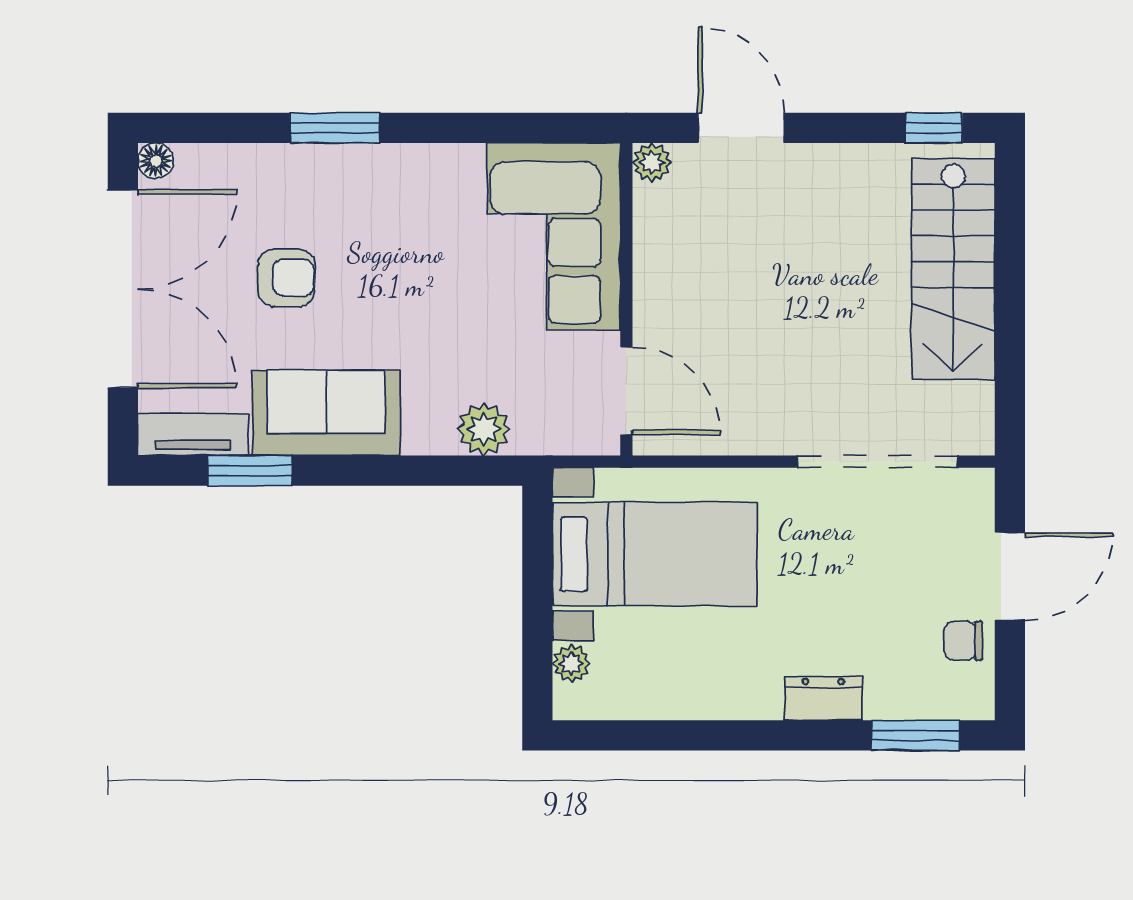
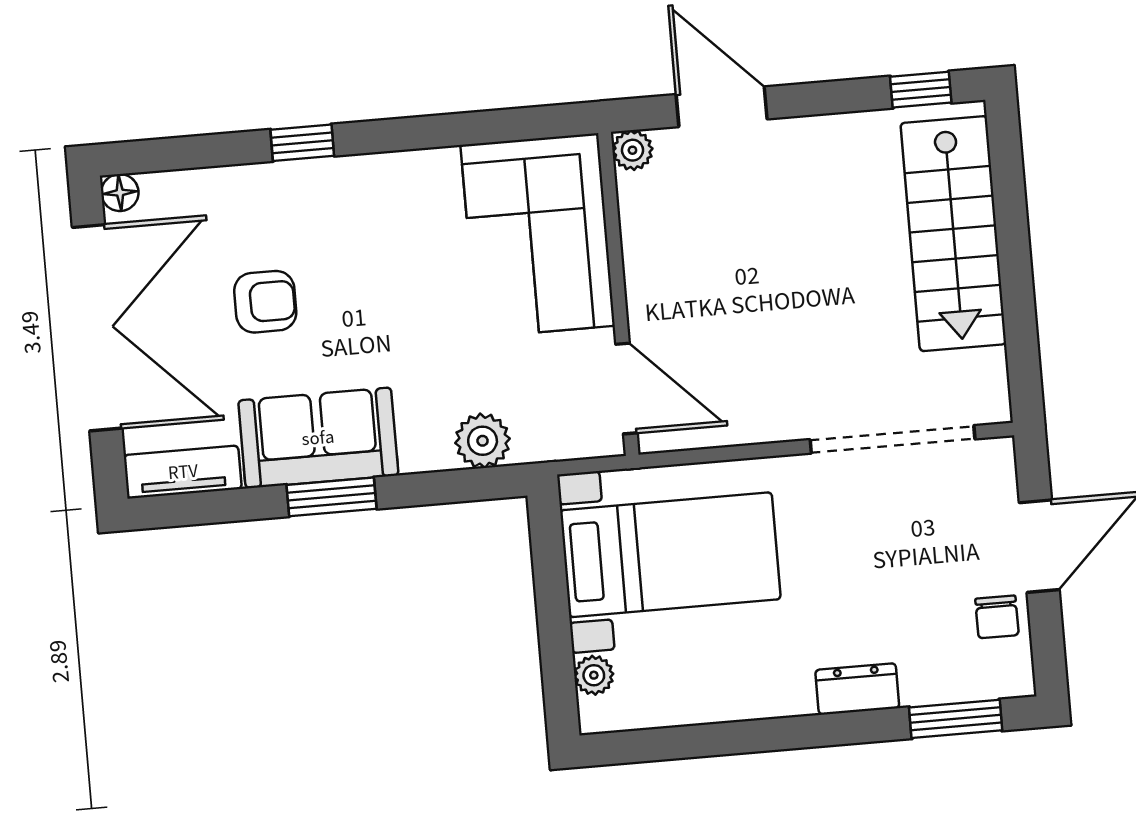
window: (335, 128) -> (302, 143), width x0.67
window: (250, 471) -> (331, 497), moved
chair: (964, 641) -> (997, 617), turned -90

